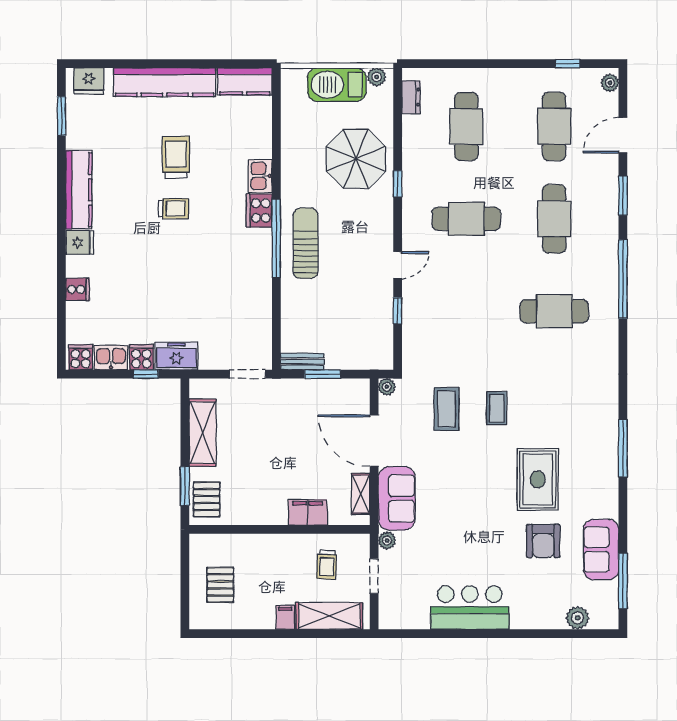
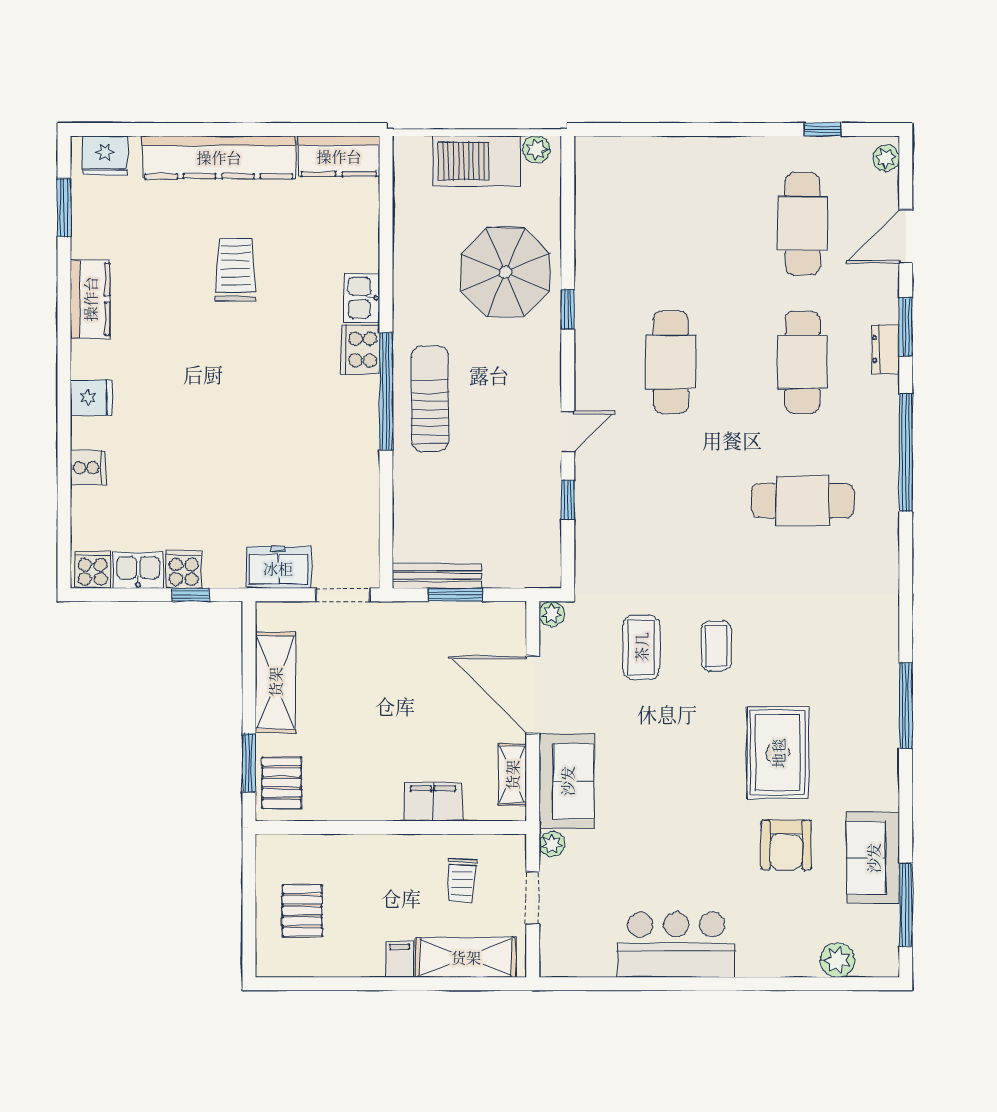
dresser: (411, 97) -> (885, 349), moved, turned 180
cafe table: (466, 126) -> (671, 224), removed
kitchen counter: (79, 190) -> (90, 299), width x0.67
trolley: (174, 209) -> (232, 347), removed
cafe table: (466, 219) -> (671, 362), turned 90
freezer: (176, 356) -> (278, 568), moved
bench: (302, 362) -> (437, 576), width x1.36

